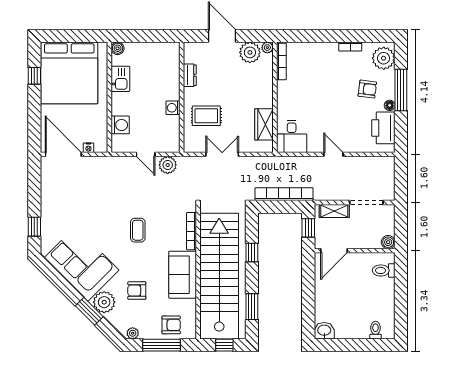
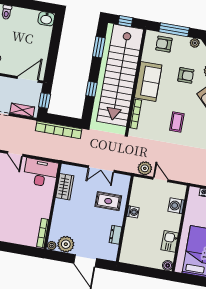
desk: (292, 136) -> (41, 173), width x1.37

